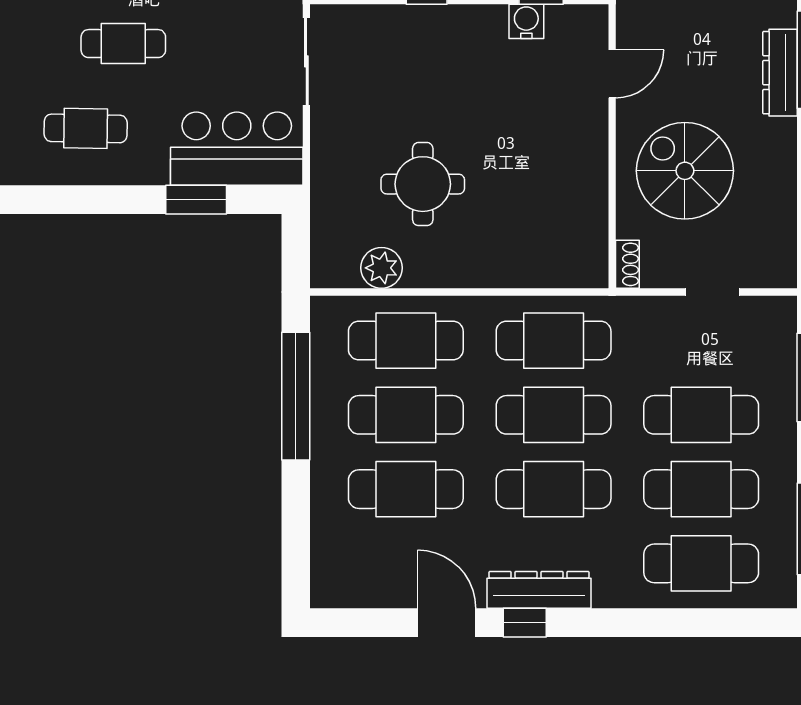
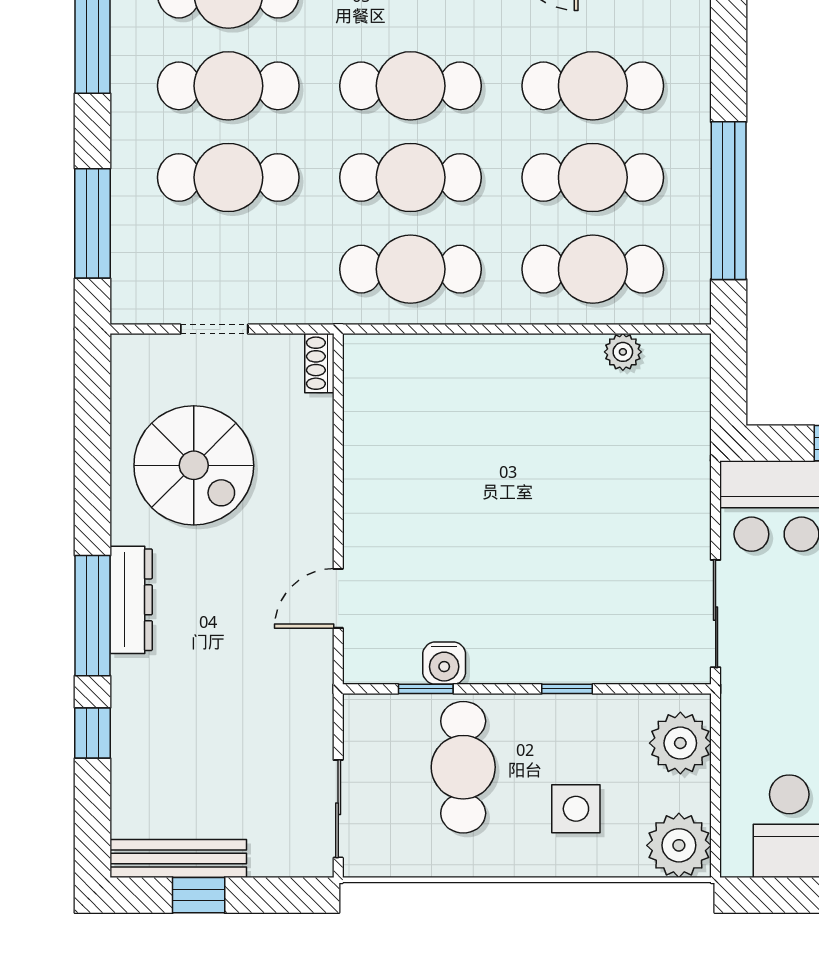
spiral stairs: (685, 171) -> (194, 465), moved
round table: (423, 184) -> (572, 462), removed
plant: (382, 268) -> (623, 352), width x0.73, depth x0.73

